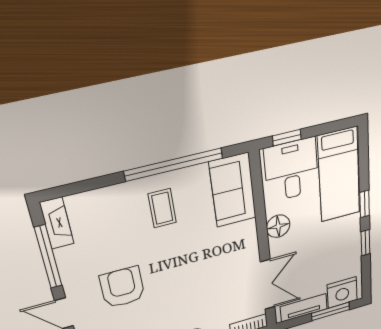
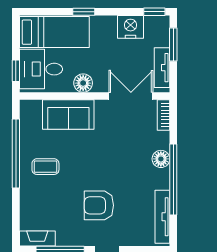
sofa: (233, 190) -> (68, 114), moved
window: (365, 243) -> (154, 12), moved
nightstand: (342, 292) -> (131, 27), moved, turned -90

